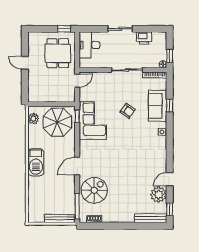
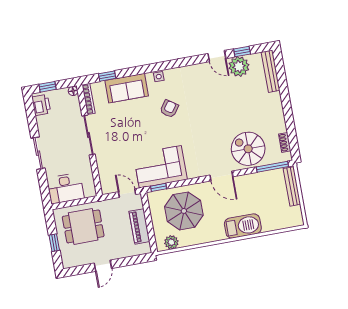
window: (64, 29) -> (54, 243), moved
printer: (144, 38) -> (41, 105), moved
window: (170, 56) -> (47, 87), moved
door: (77, 81) -> (127, 193), moved
piano: (50, 96) -> (139, 226), added
window: (170, 106) -> (107, 76), moved
armchair: (128, 111) -> (169, 109), moved
parasol: (57, 122) -> (184, 211), moved
barbecue: (36, 162) -> (243, 226), moved
window: (170, 209) -> (242, 51), moved

